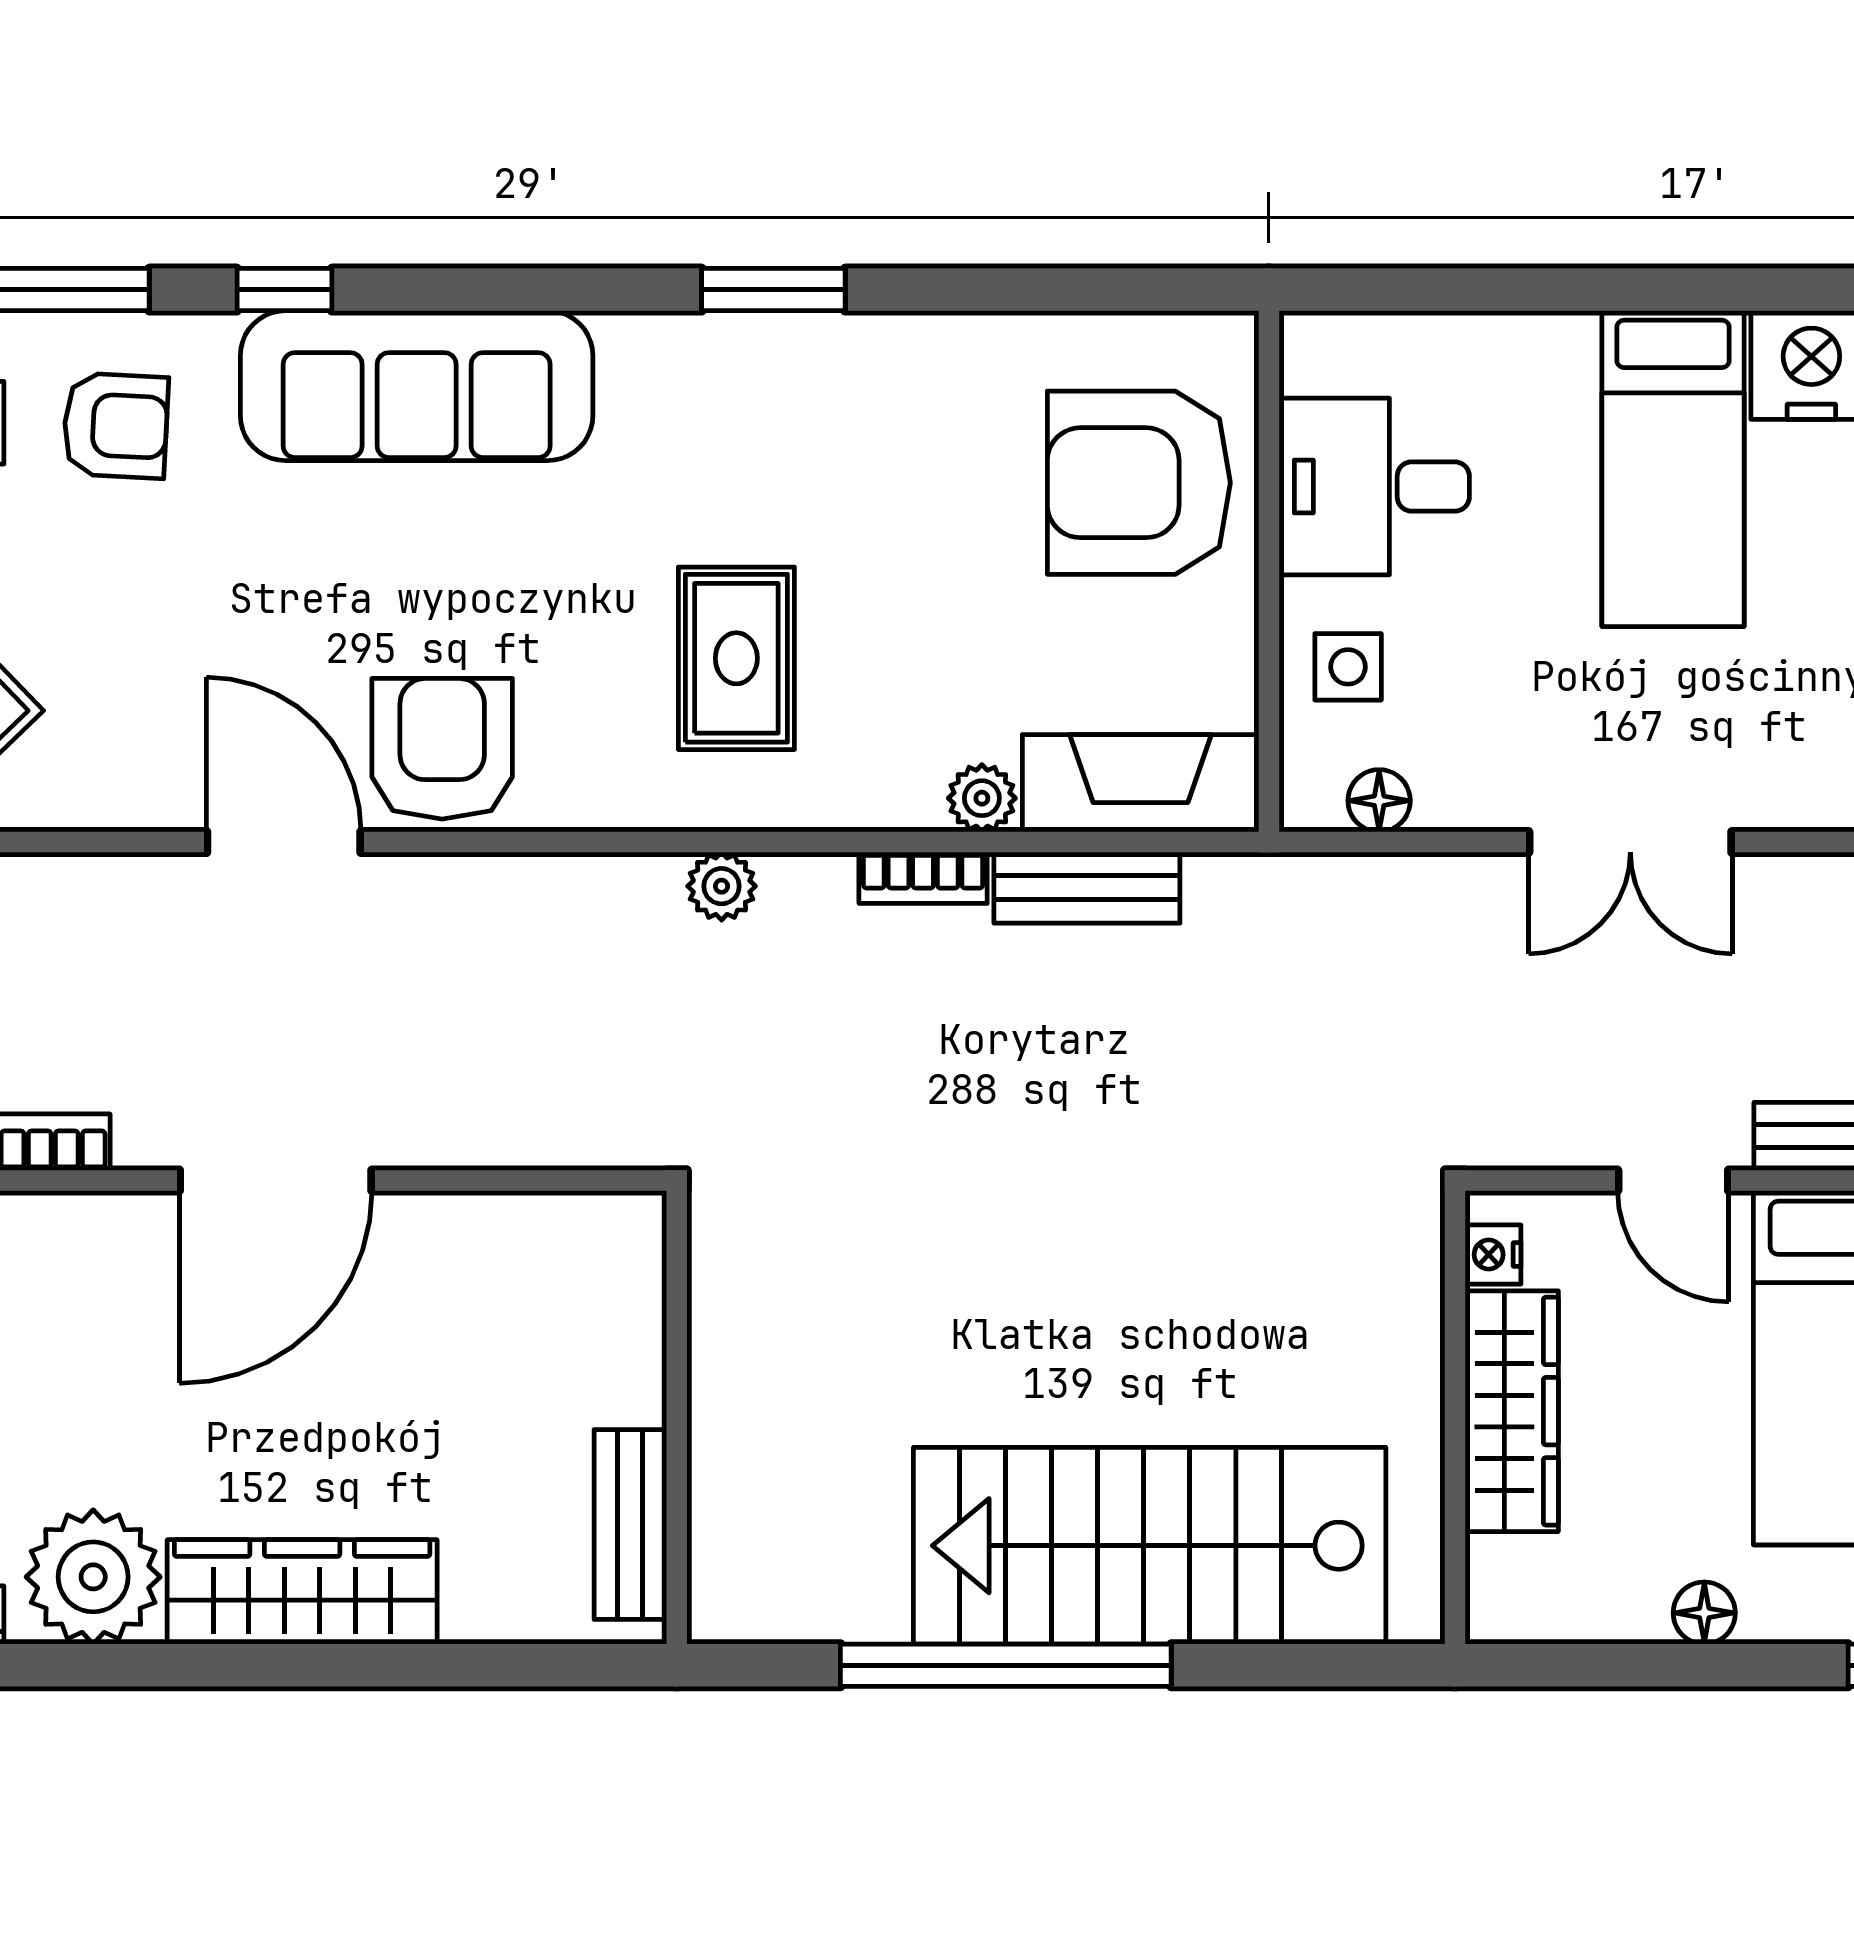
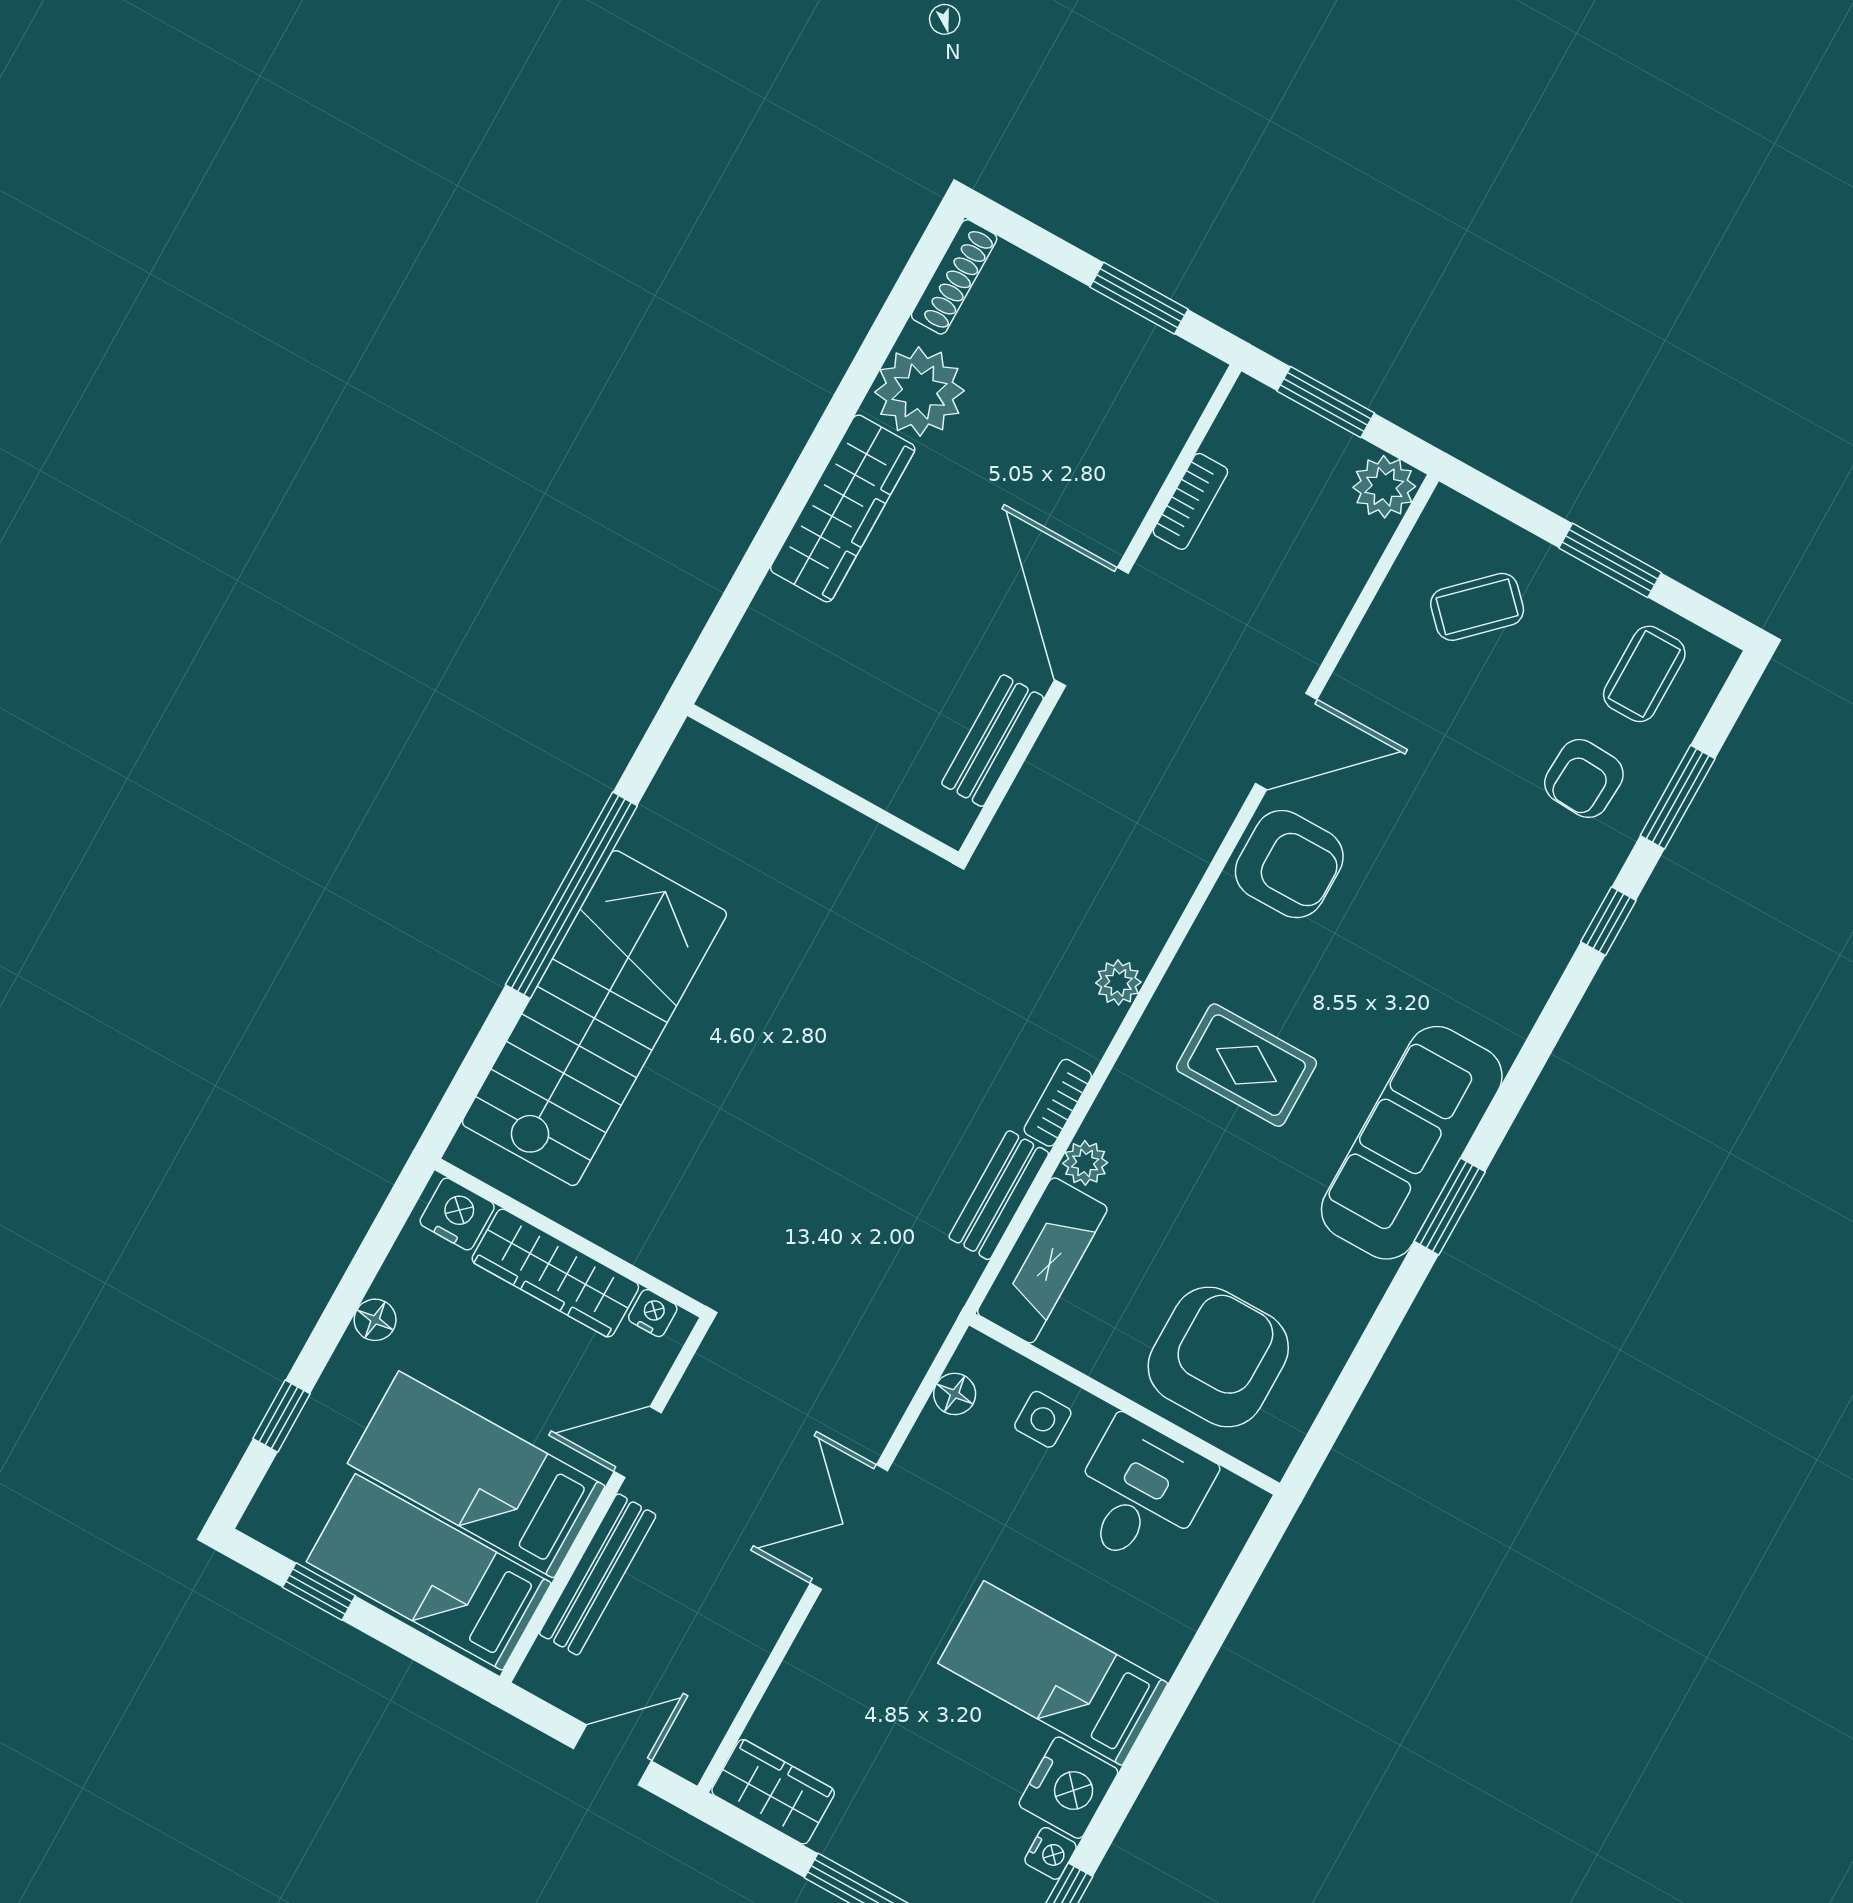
sofa: (417, 386) -> (1412, 1143), moved
bench: (630, 1524) -> (993, 741), moved, turned 90
nightstand: (1506, 1583) -> (457, 1214), added

